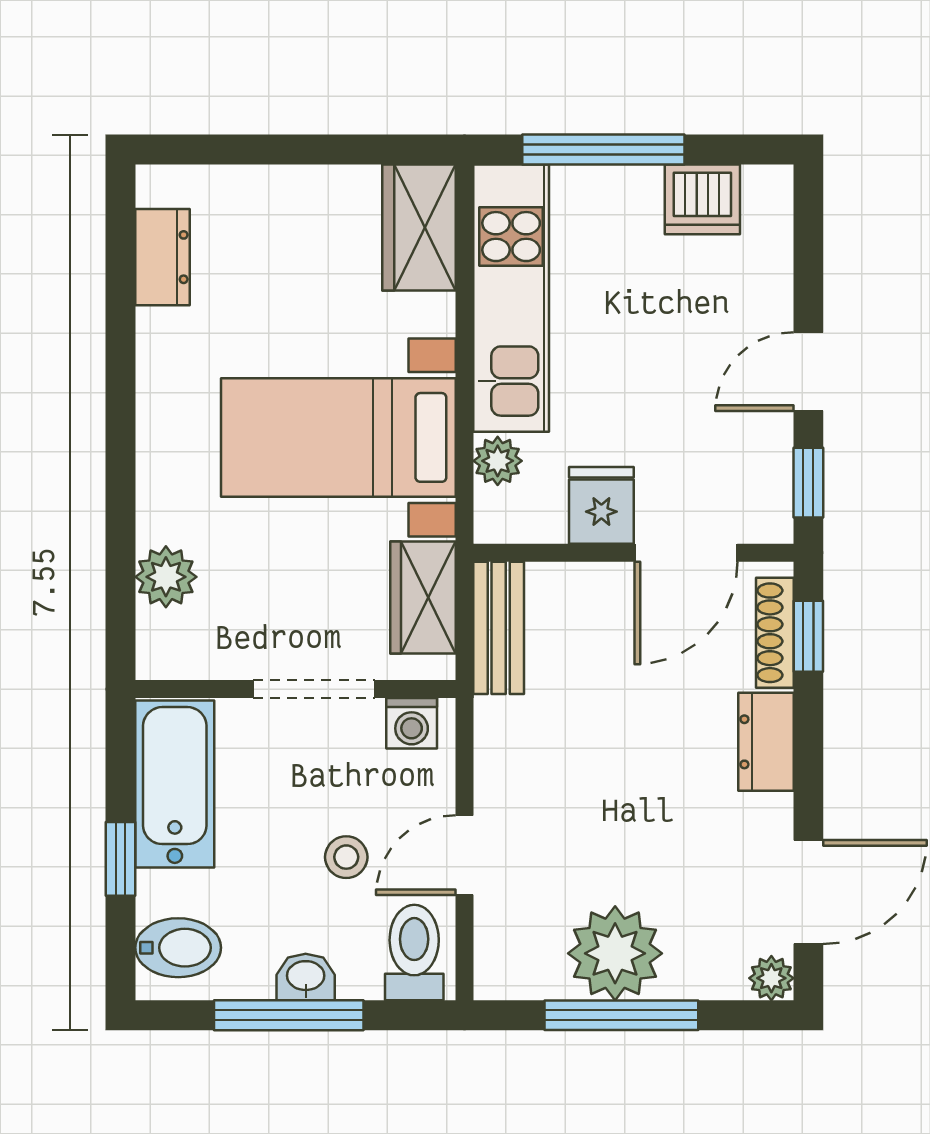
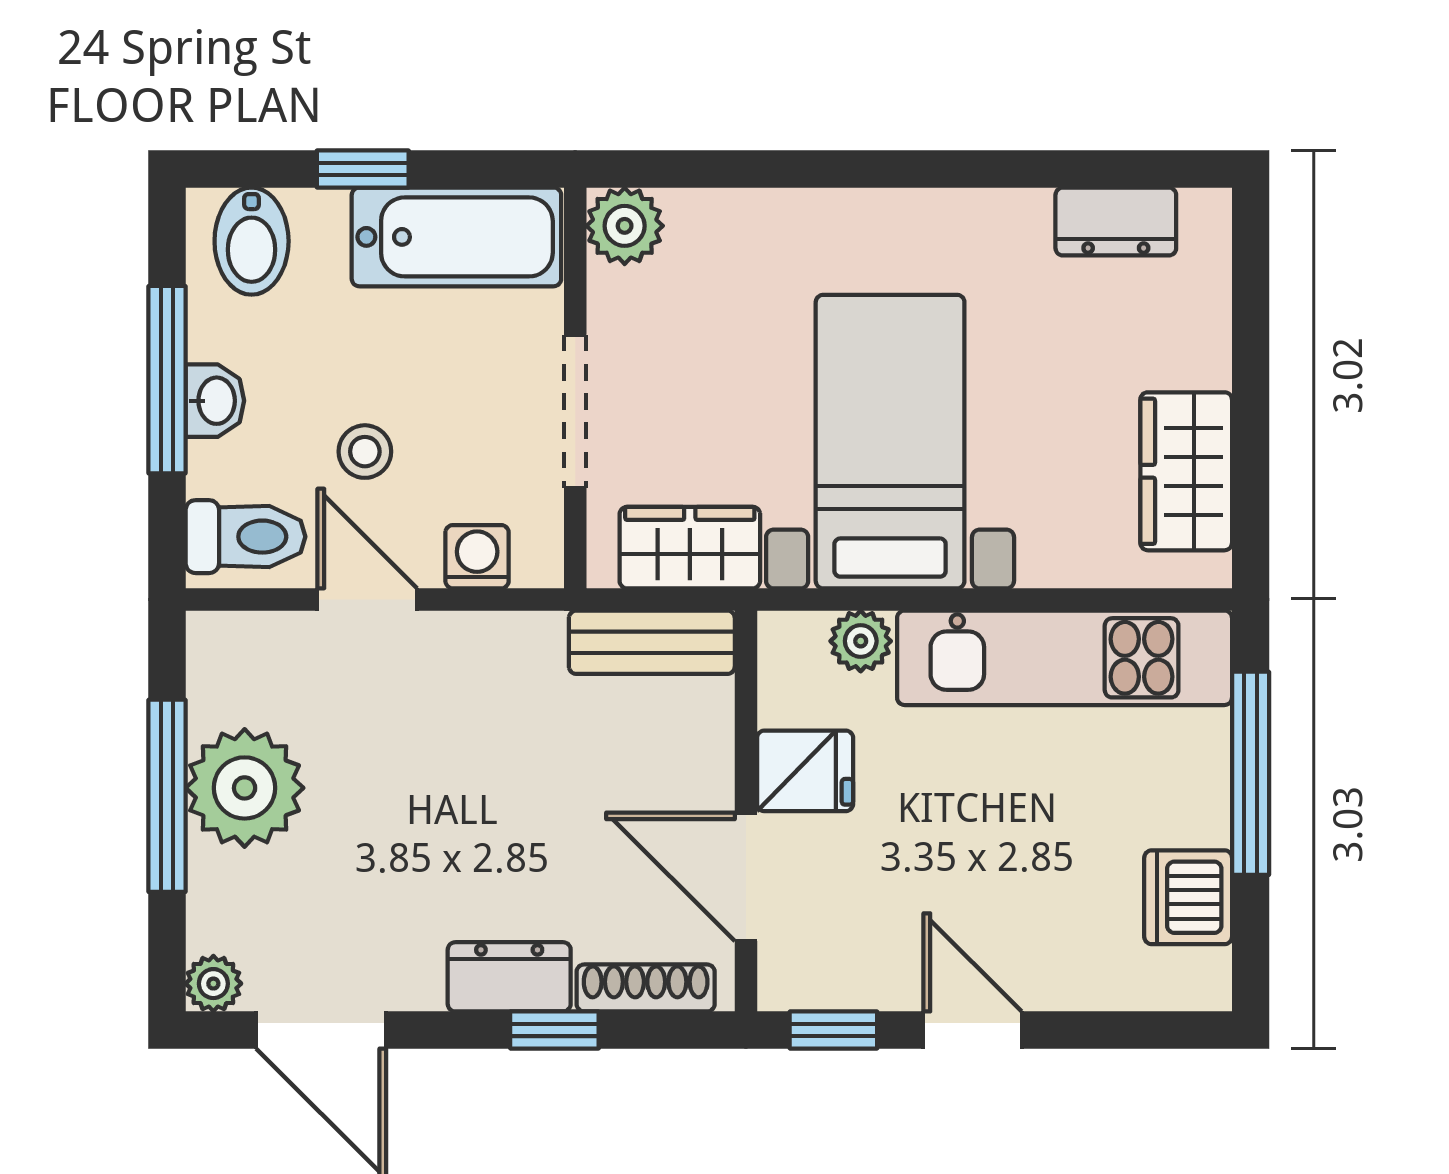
wardrobe: (419, 227) -> (1186, 471), moved, turned -90
plant: (166, 577) -> (625, 226), moved
window: (808, 636) -> (554, 1030), moved
washing machine: (412, 723) -> (477, 557), moved, turned 90

